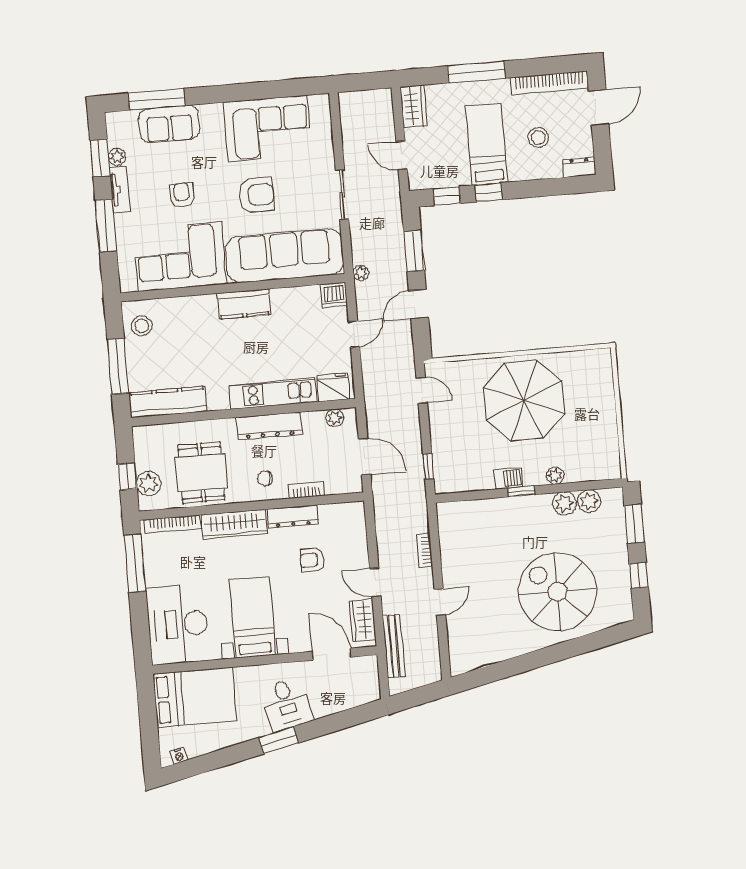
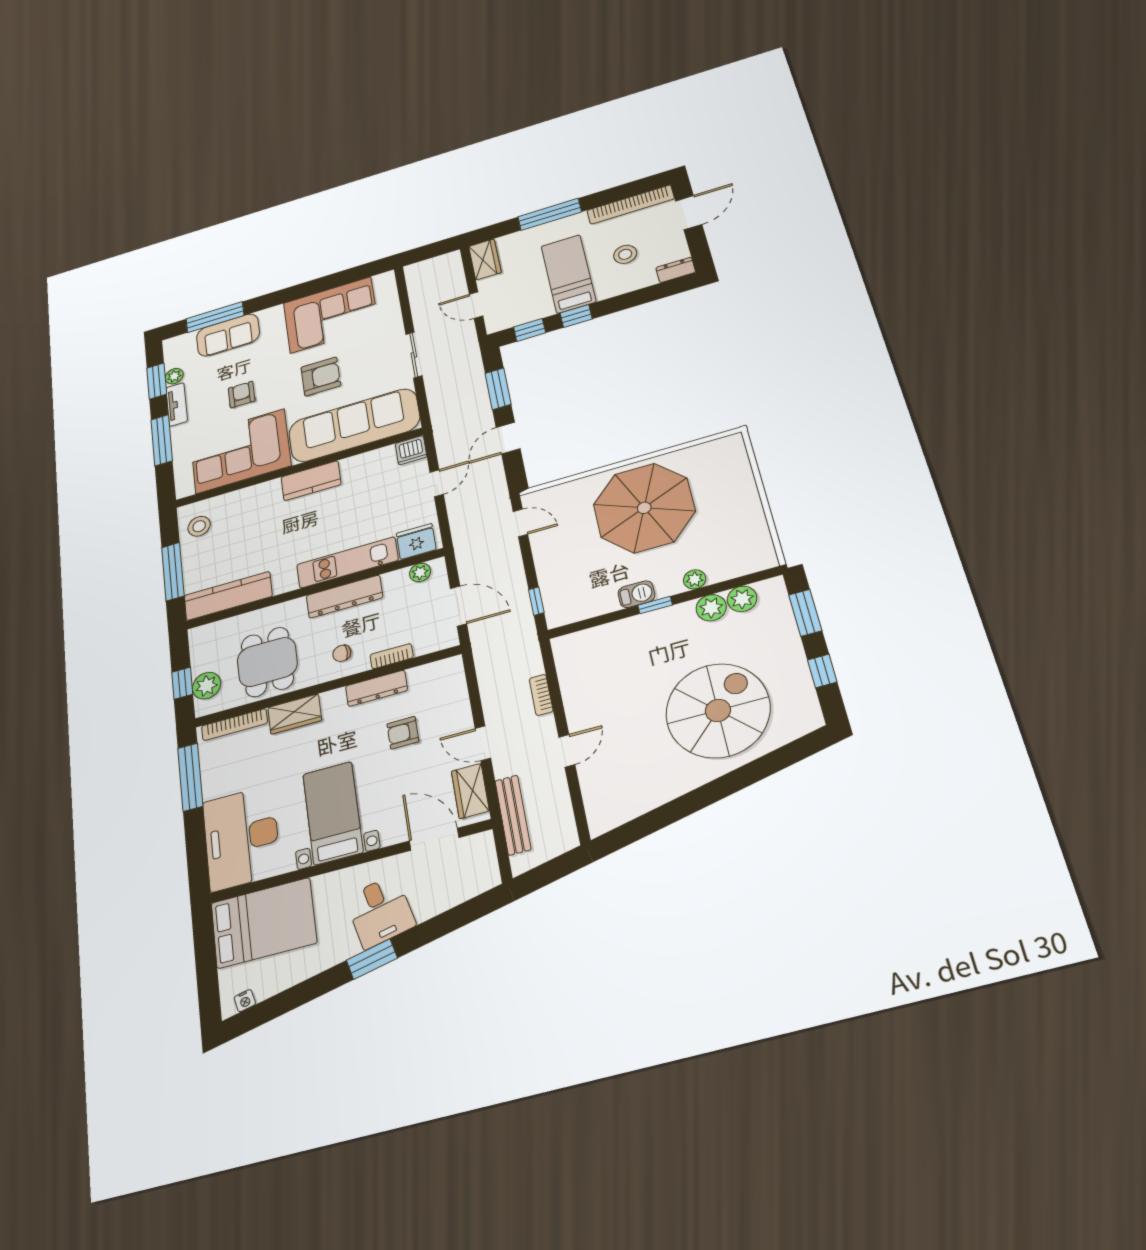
plant: (361, 273) -> (440, 423), removed
wardrobe: (234, 524) -> (295, 714), width x0.67
spiral stairs: (558, 592) -> (718, 710), turned 90

